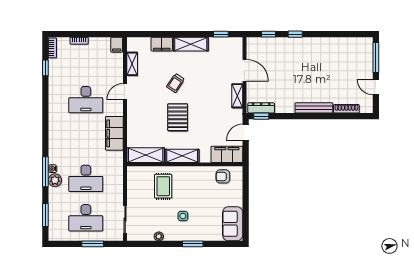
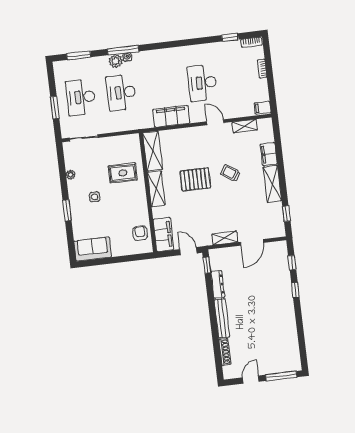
dresser: (261, 108) -> (218, 285), moved

